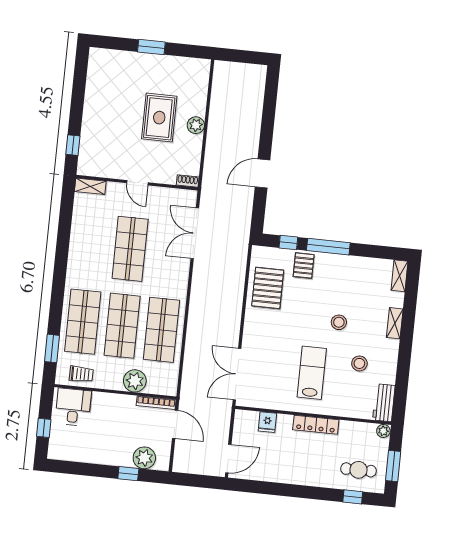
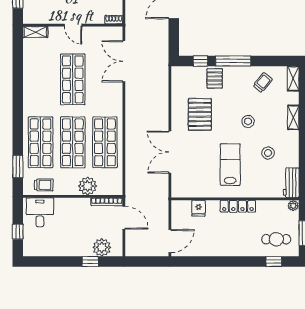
trolley: (362, 277) -> (263, 83), added
pallet: (268, 288) -> (200, 114), moved
double door: (237, 374) -> (170, 152), moved

